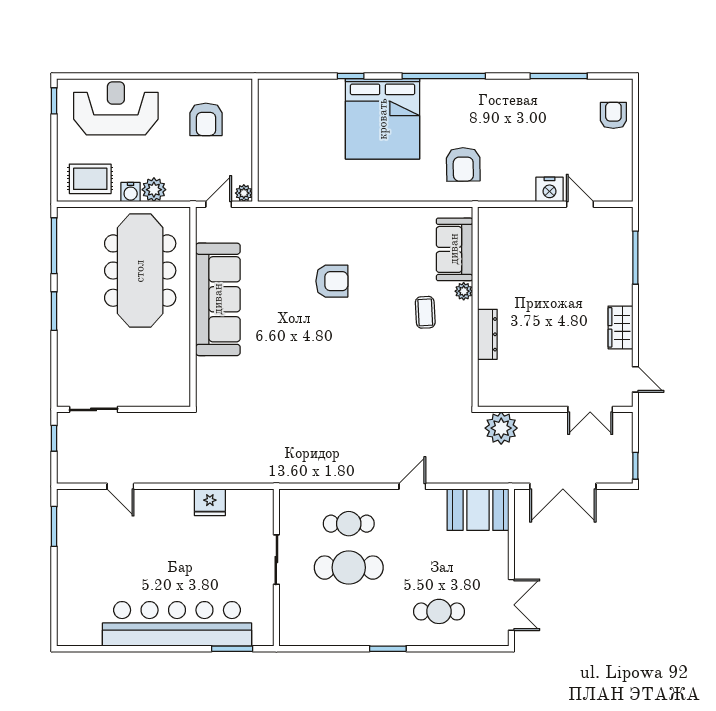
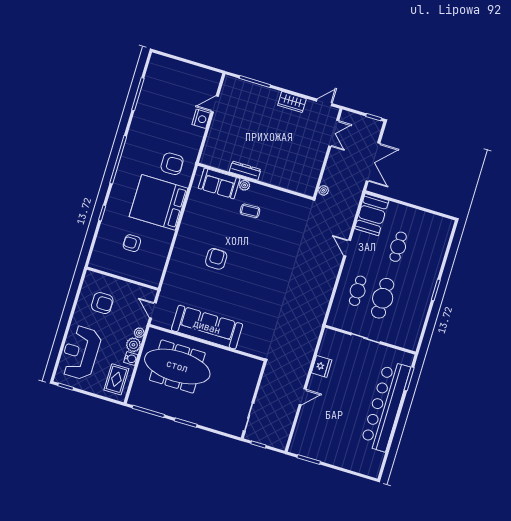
armchair: (613, 115) -> (132, 243), moved
bed: (383, 119) -> (159, 202), moved, turned 180
plant: (244, 193) -> (139, 333), moved
dresser: (487, 334) -> (245, 171), moved
plant: (501, 428) -> (324, 190), width x0.53, depth x0.53
door: (120, 486) -> (303, 397), moved
double door: (511, 605) -> (432, 212), removed
cafe table: (439, 611) -> (398, 247), moved

